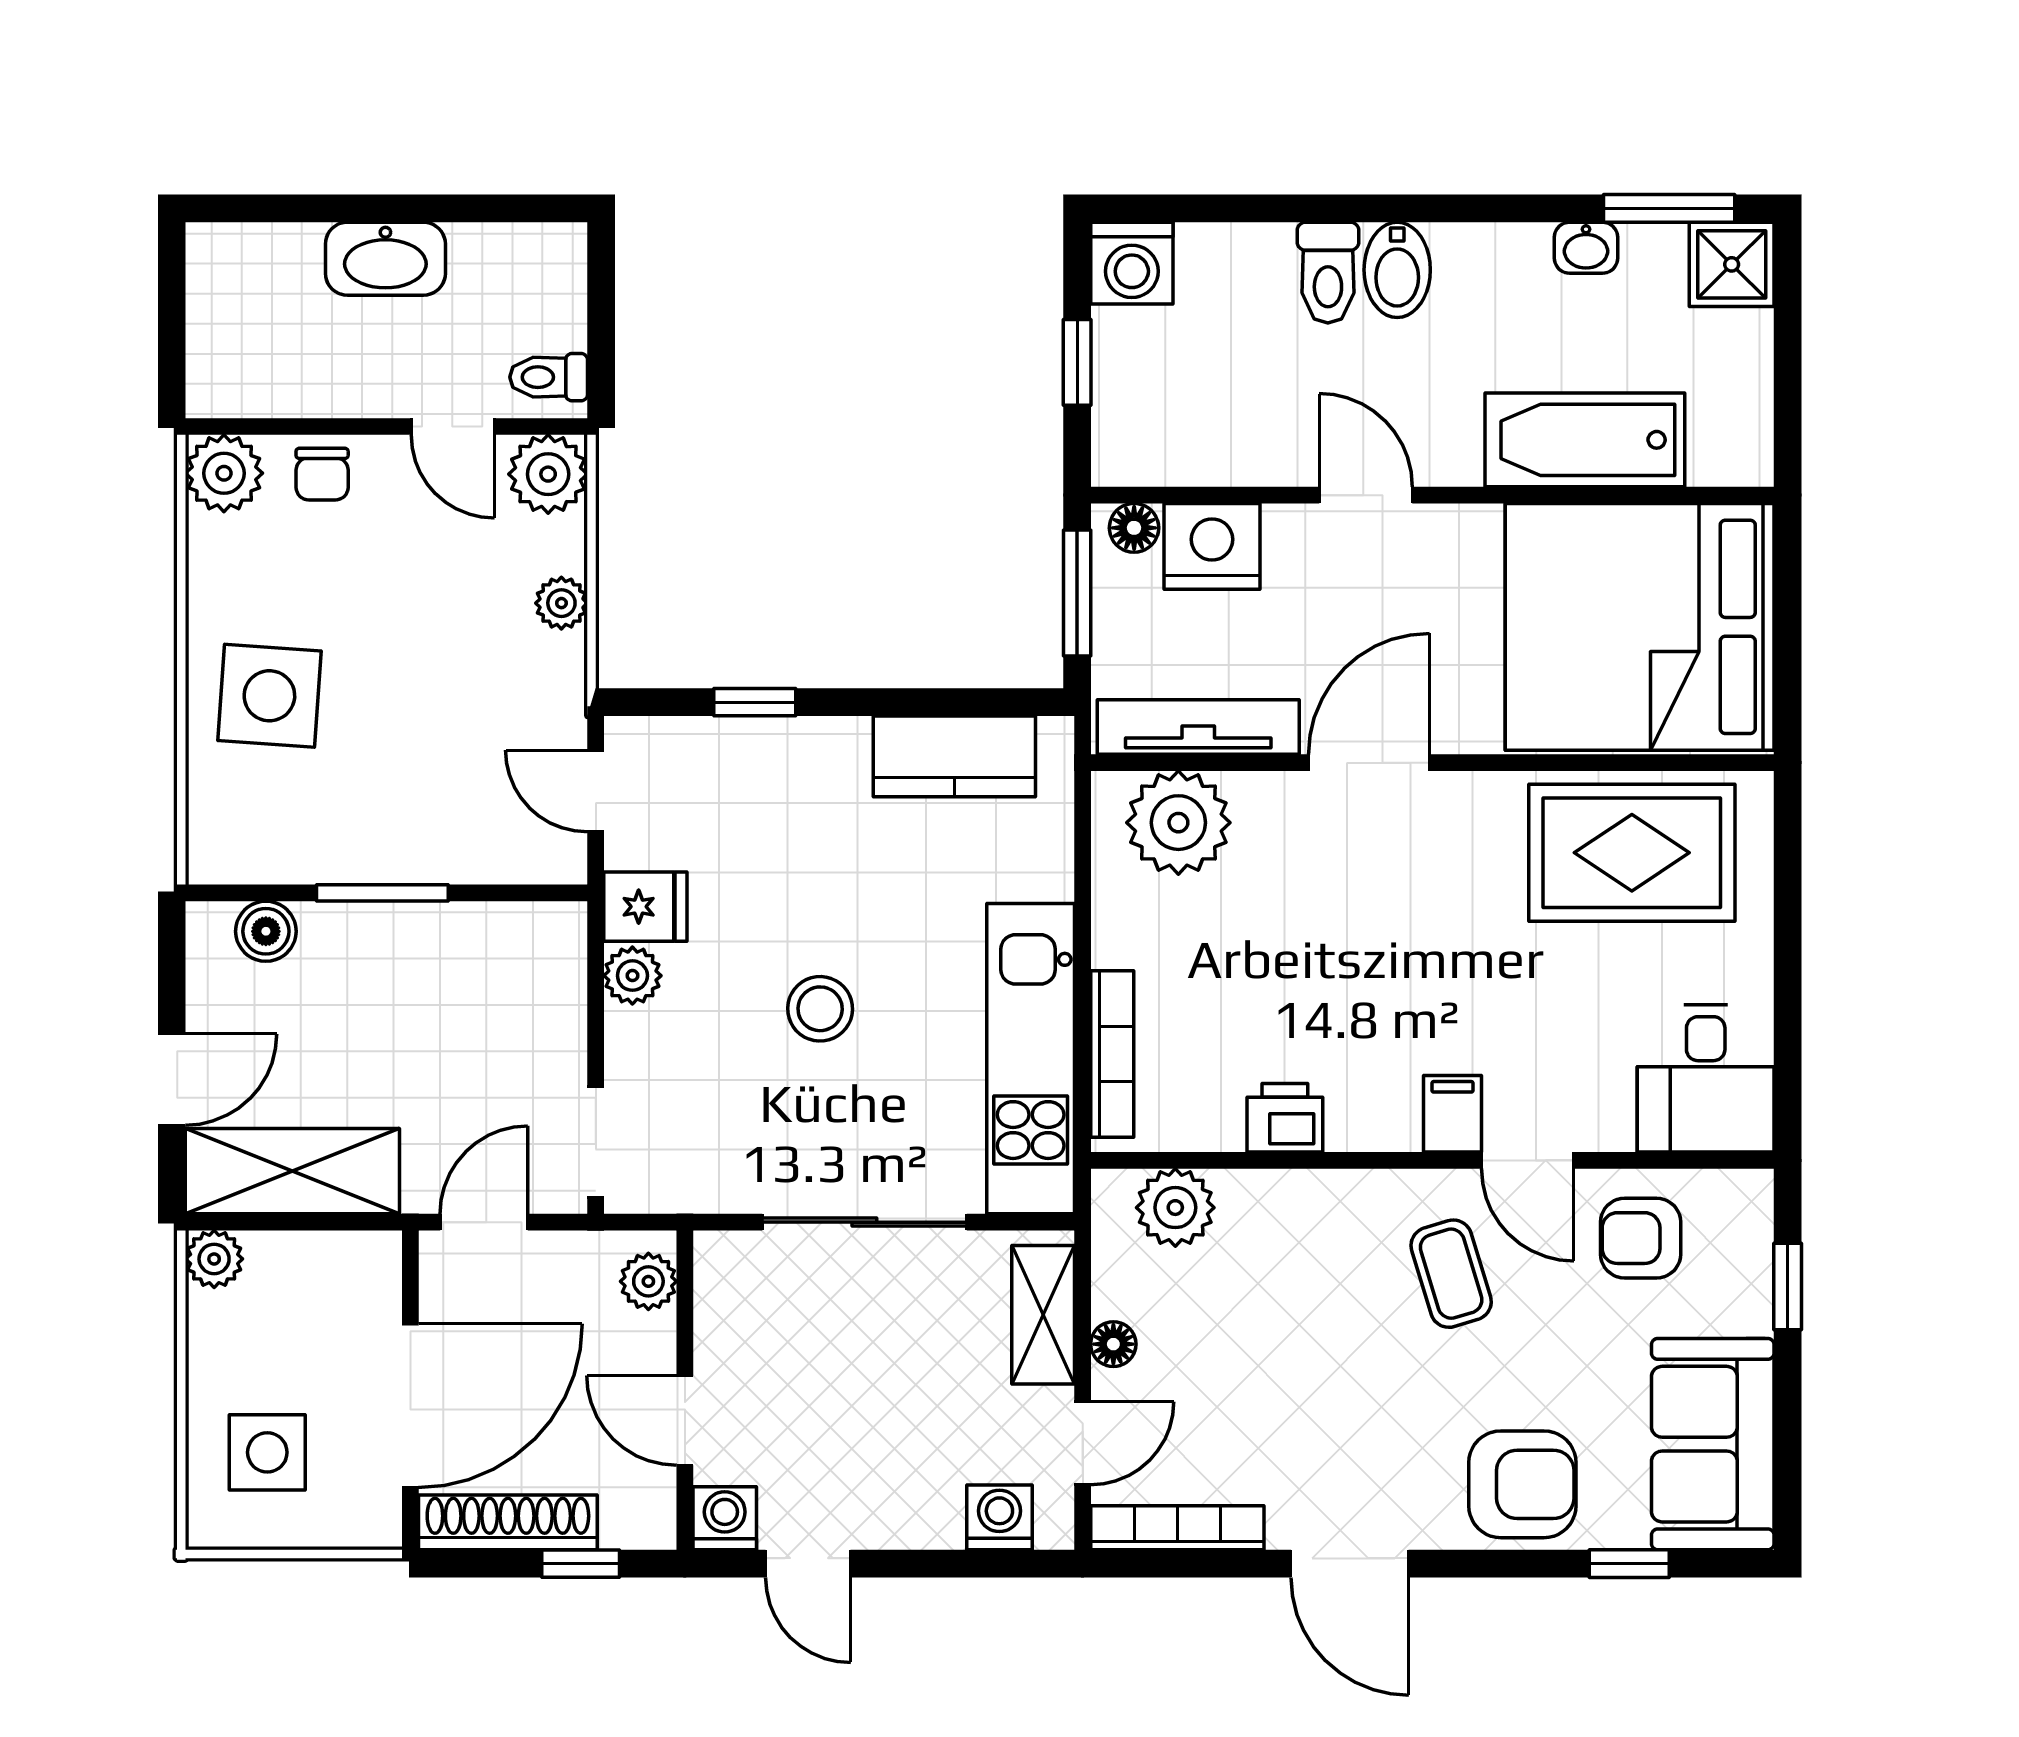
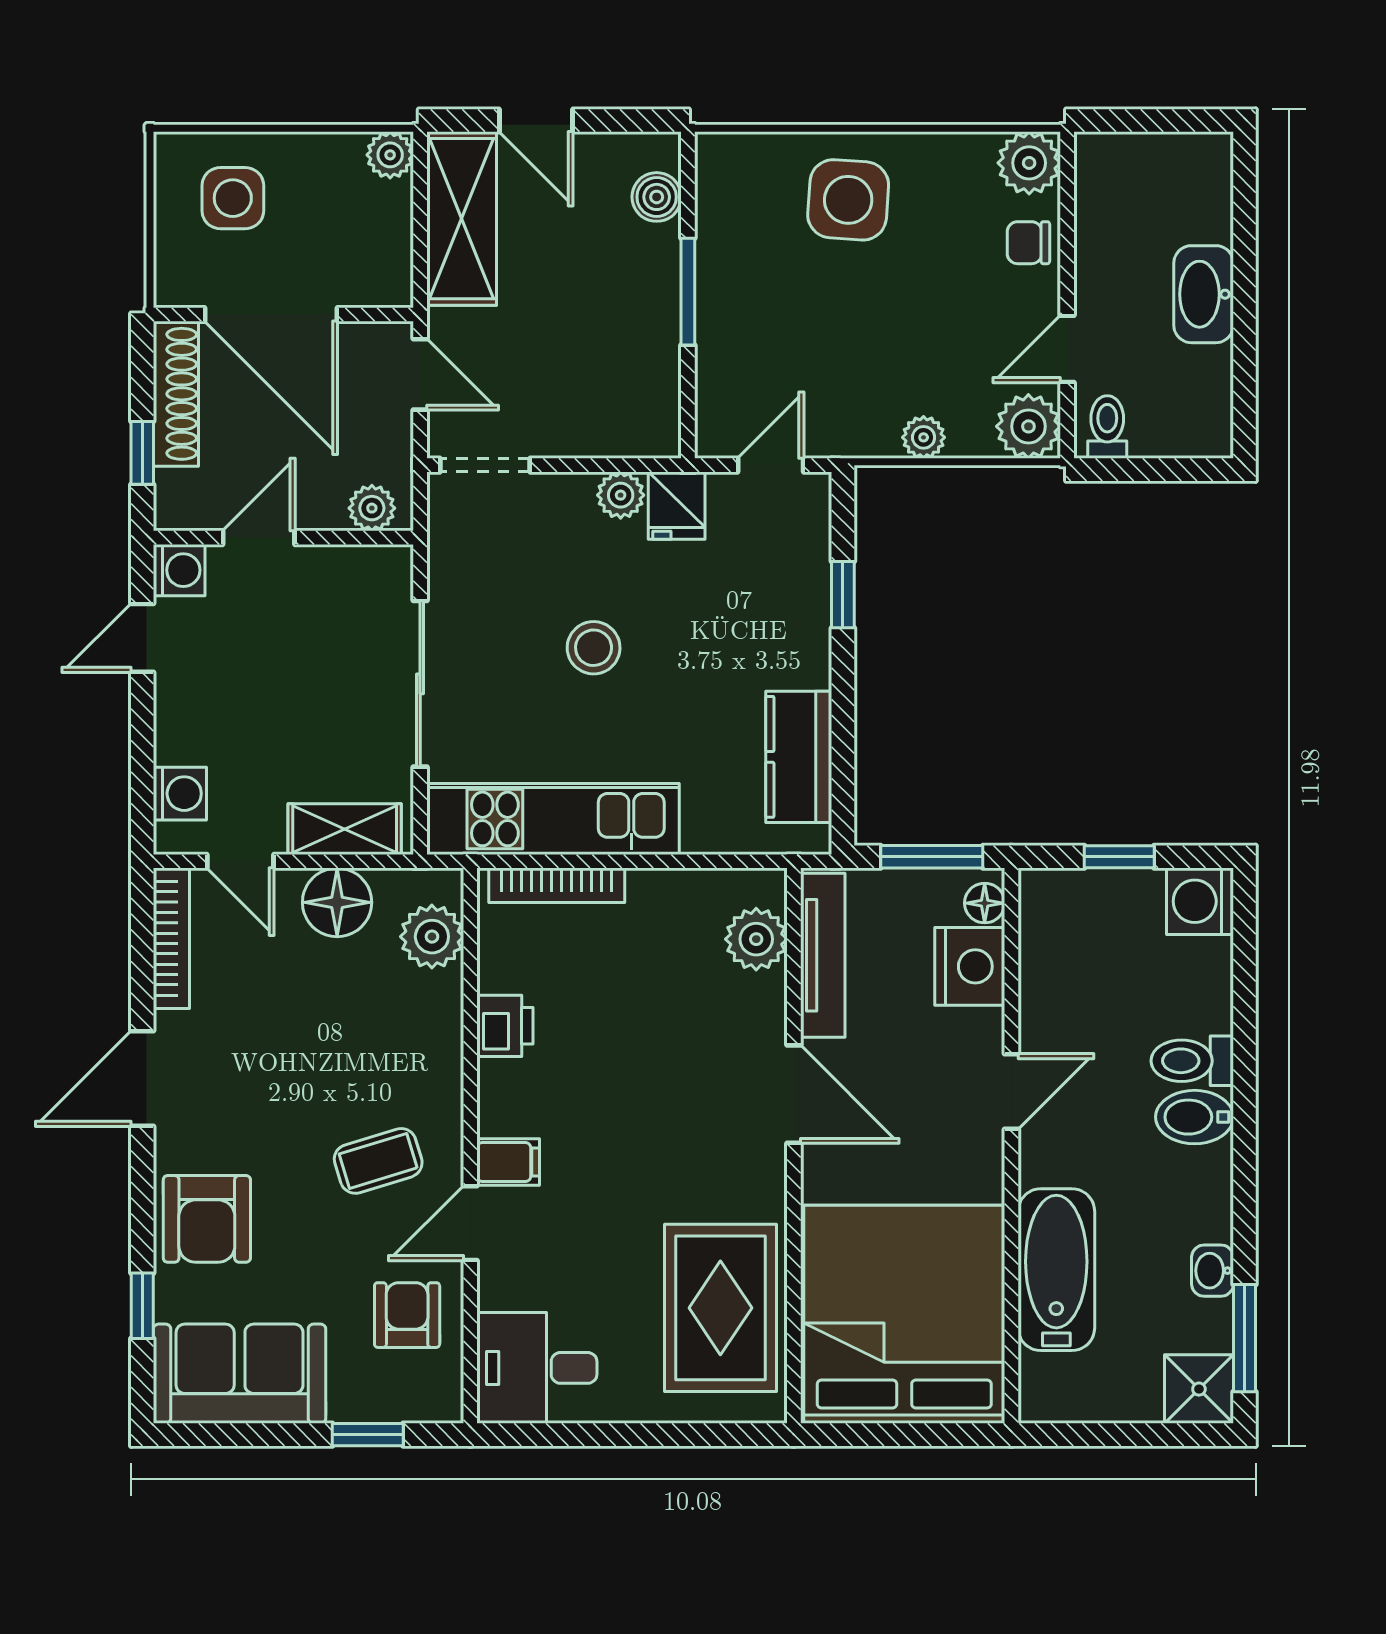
plant: (1178, 823) -> (756, 939), width x0.73, depth x0.73
floor lamp: (1113, 1344) -> (337, 902), width x1.89, depth x1.89

